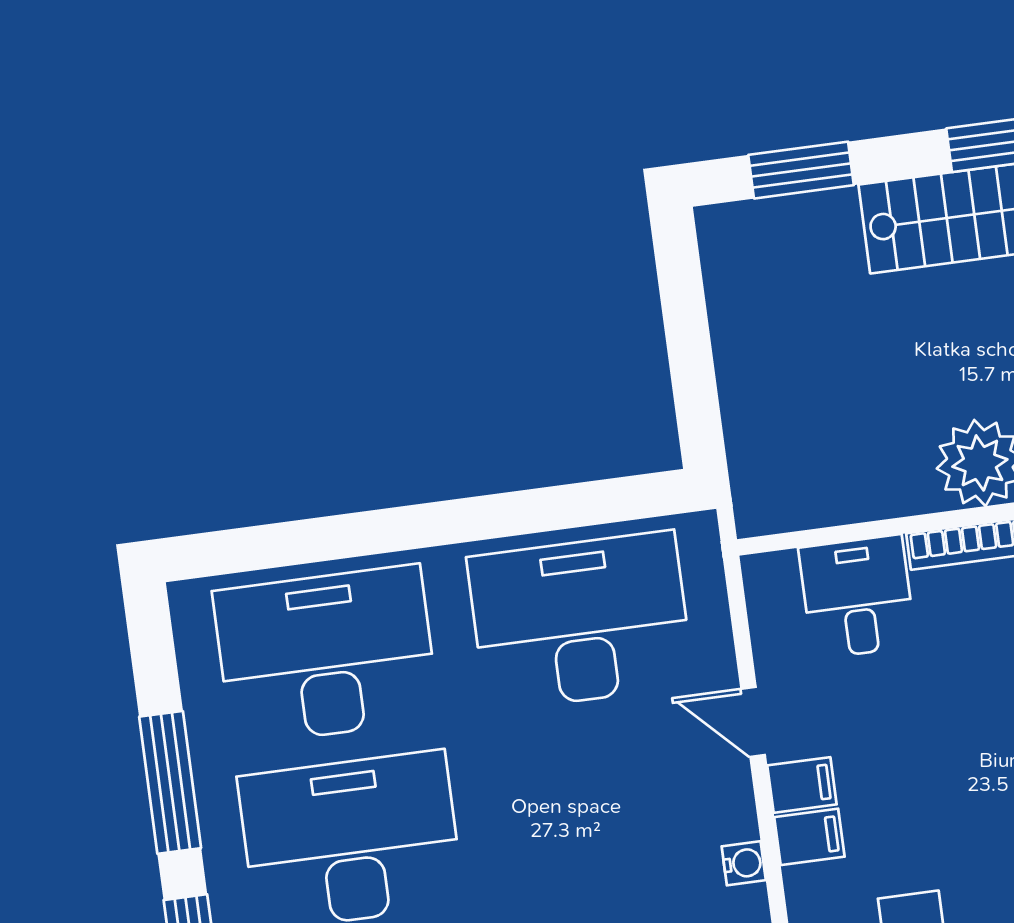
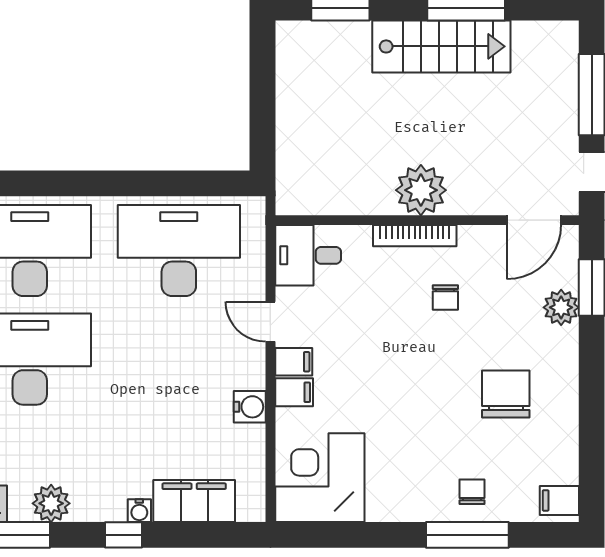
desk: (857, 597) -> (308, 255), moved, turned -90
water cooler: (744, 863) -> (250, 407), width x1.38, depth x1.38

